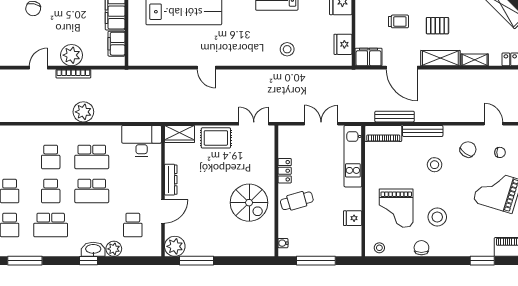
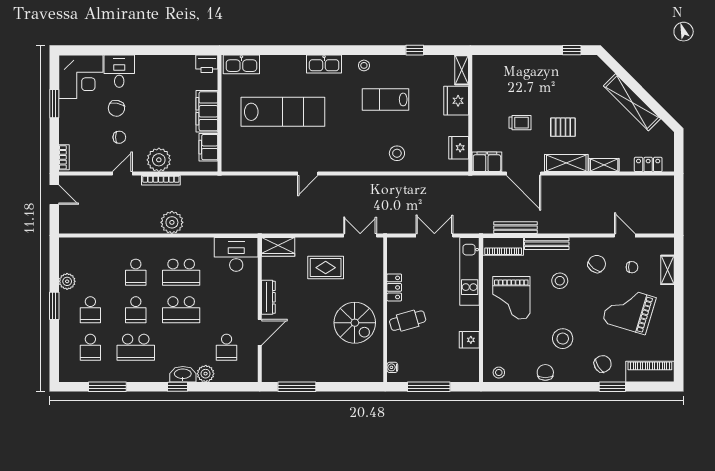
chair: (36, 35) -> (119, 137), added
door: (206, 68) -> (308, 174), hinge flipped
rug: (216, 138) -> (326, 268), moved
grand piano: (396, 208) -> (511, 298), moved
chair: (473, 240) -> (603, 364), added
plant: (175, 246) -> (273, 371), removed

